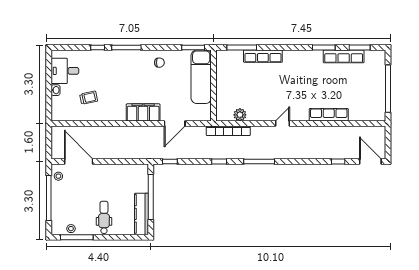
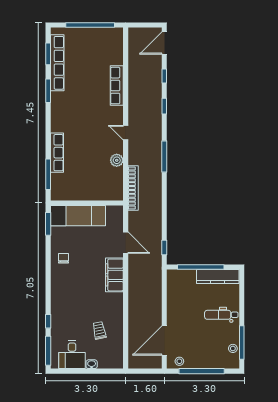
window: (126, 47) -> (48, 351), moved
row of seats: (344, 56) -> (57, 63), width x1.36
plant: (240, 115) -> (117, 160), moved
window: (219, 161) -> (164, 106), moved

